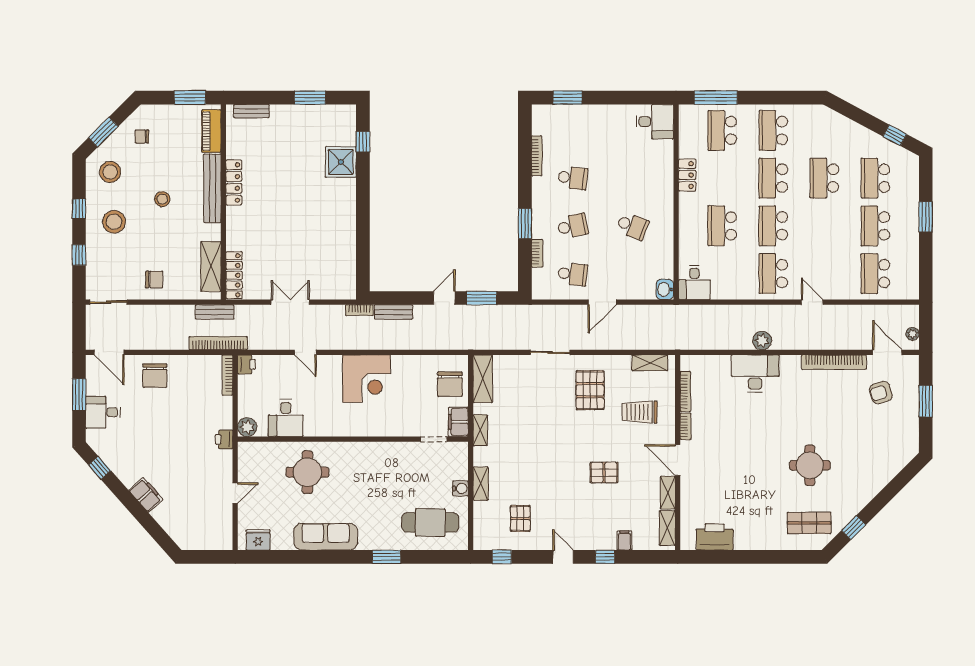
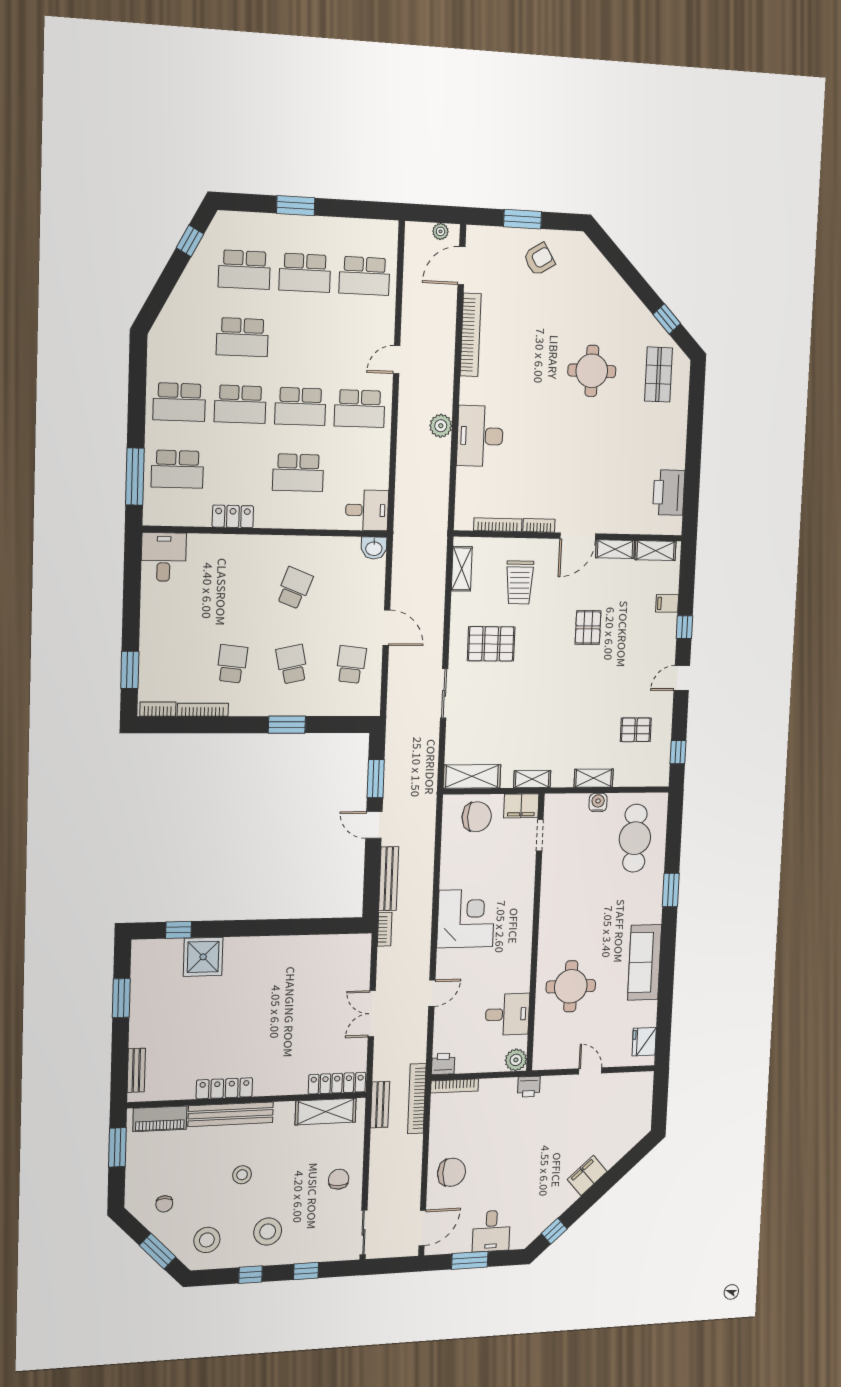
bookcase: (537, 253) -> (158, 709), moved
bench: (394, 312) -> (389, 879), width x1.36
armchair: (881, 393) -> (539, 259), moved, turned -105

